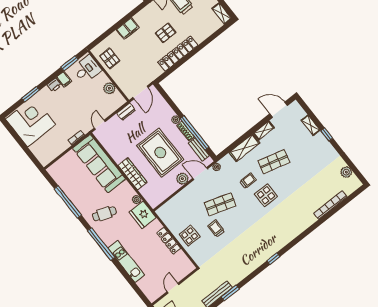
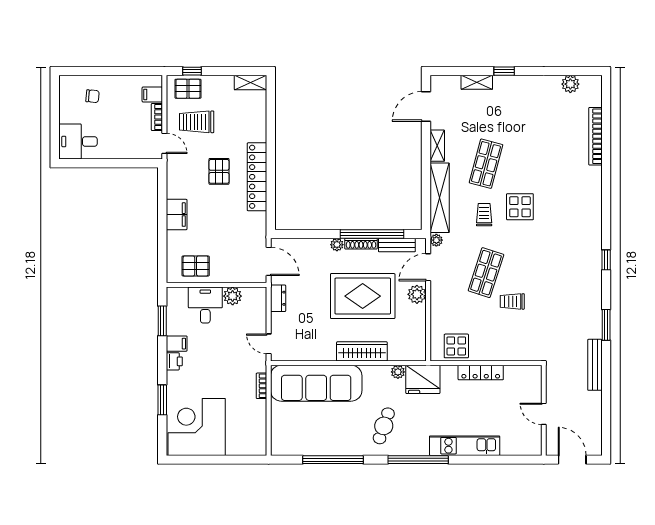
desk: (87, 69) -> (205, 305), moved
shelving: (244, 148) -> (440, 198), width x1.47
display table: (190, 236) -> (456, 346), moved
window: (230, 293) -> (606, 325), moved

